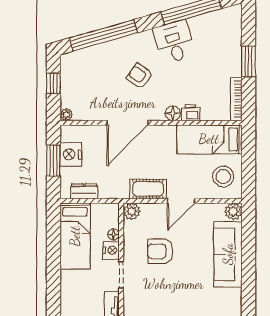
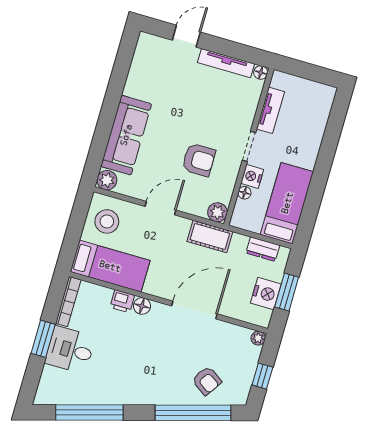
desk: (174, 42) -> (70, 350), moved, turned 106
armchair: (140, 76) -> (207, 381), moved
cot: (148, 189) -> (210, 237), moved

